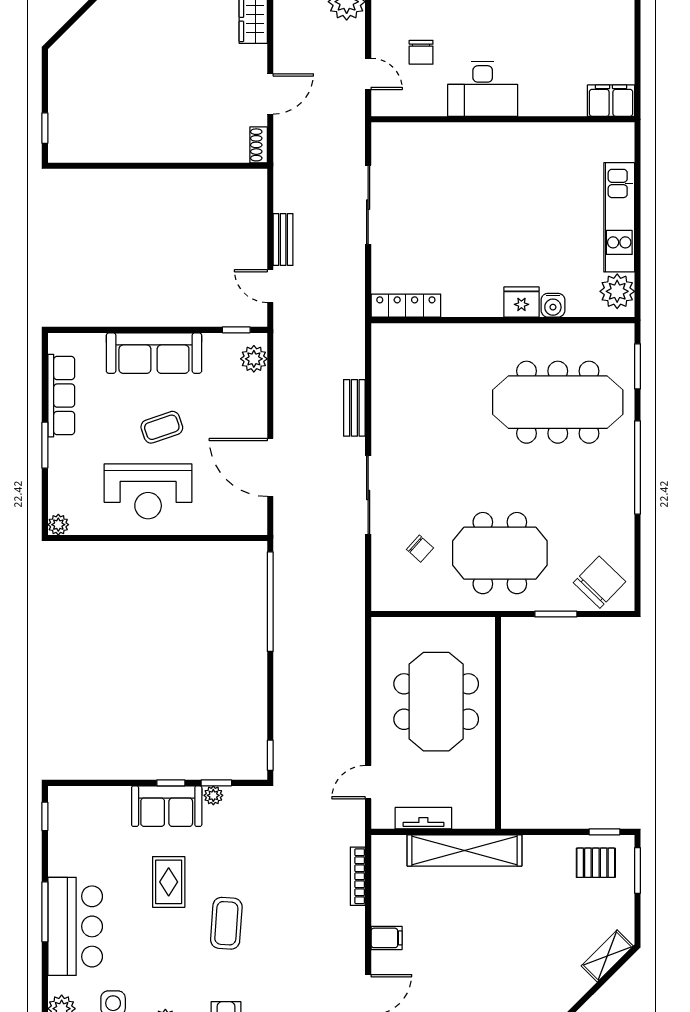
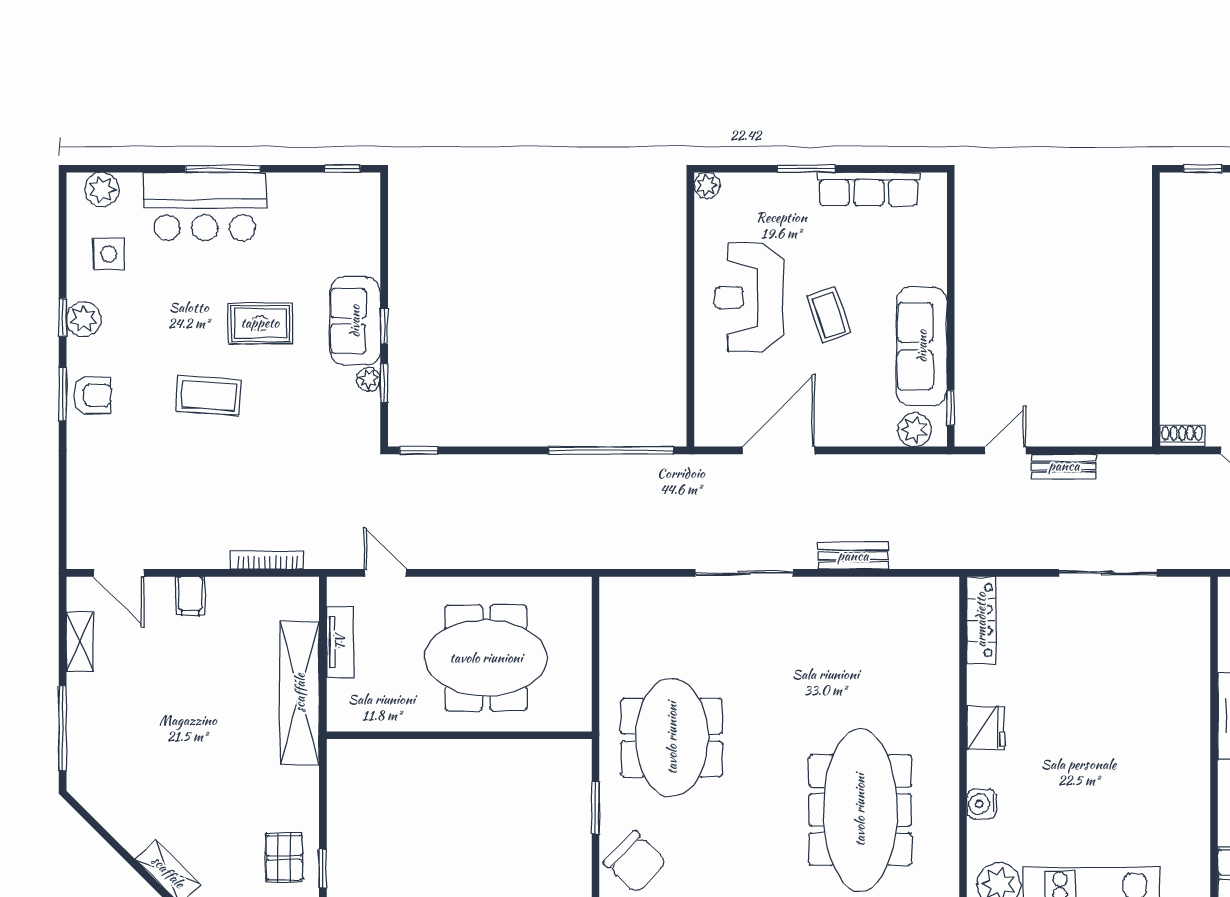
fridge: (521, 302) -> (986, 728), moved
sofa: (154, 353) -> (922, 346), moved
chair: (420, 549) -> (677, 638), removed

